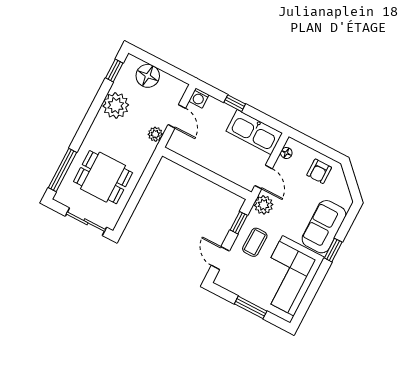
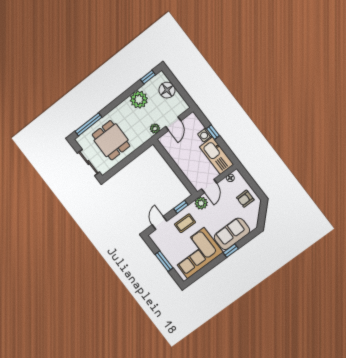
washing machine: (199, 98) -> (205, 135), moved

